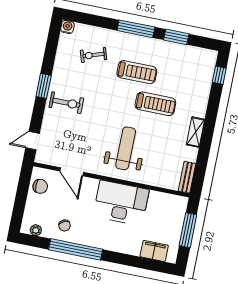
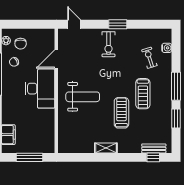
water cooler: (67, 27) -> (167, 48), moved
treadmill: (155, 104) -> (121, 113), turned 180
bench: (187, 177) -> (154, 148), moved
chair: (40, 186) -> (21, 44), moved
desk: (121, 203) -> (40, 89), moved

